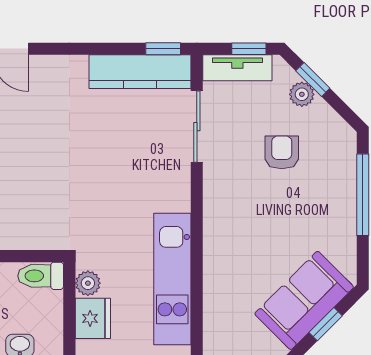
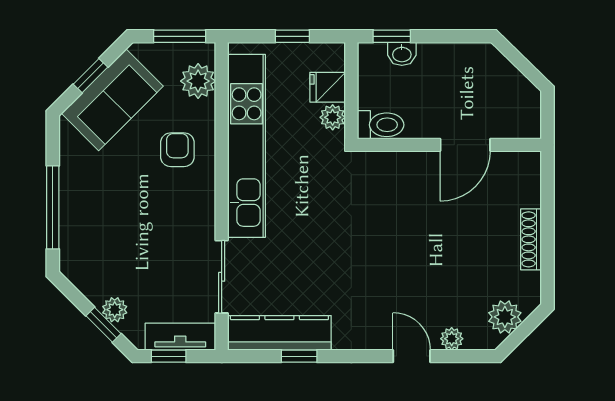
window: (163, 49) -> (299, 356), moved
armchair: (282, 152) -> (177, 150), moved, turned 180
kitchen unit: (172, 279) -> (247, 146), width x1.36
fridge: (93, 318) -> (328, 87), width x0.72
plant: (220, 319) -> (198, 81), added

